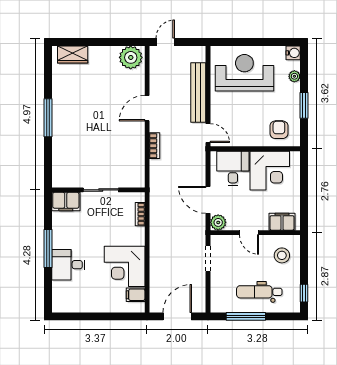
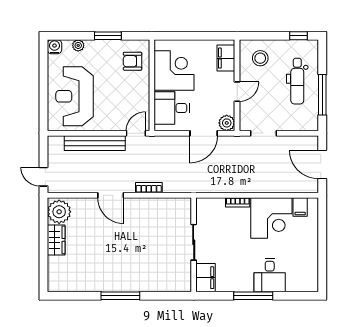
wardrobe: (73, 55) -> (56, 240), moved
bookcase: (140, 214) -> (238, 202), moved

